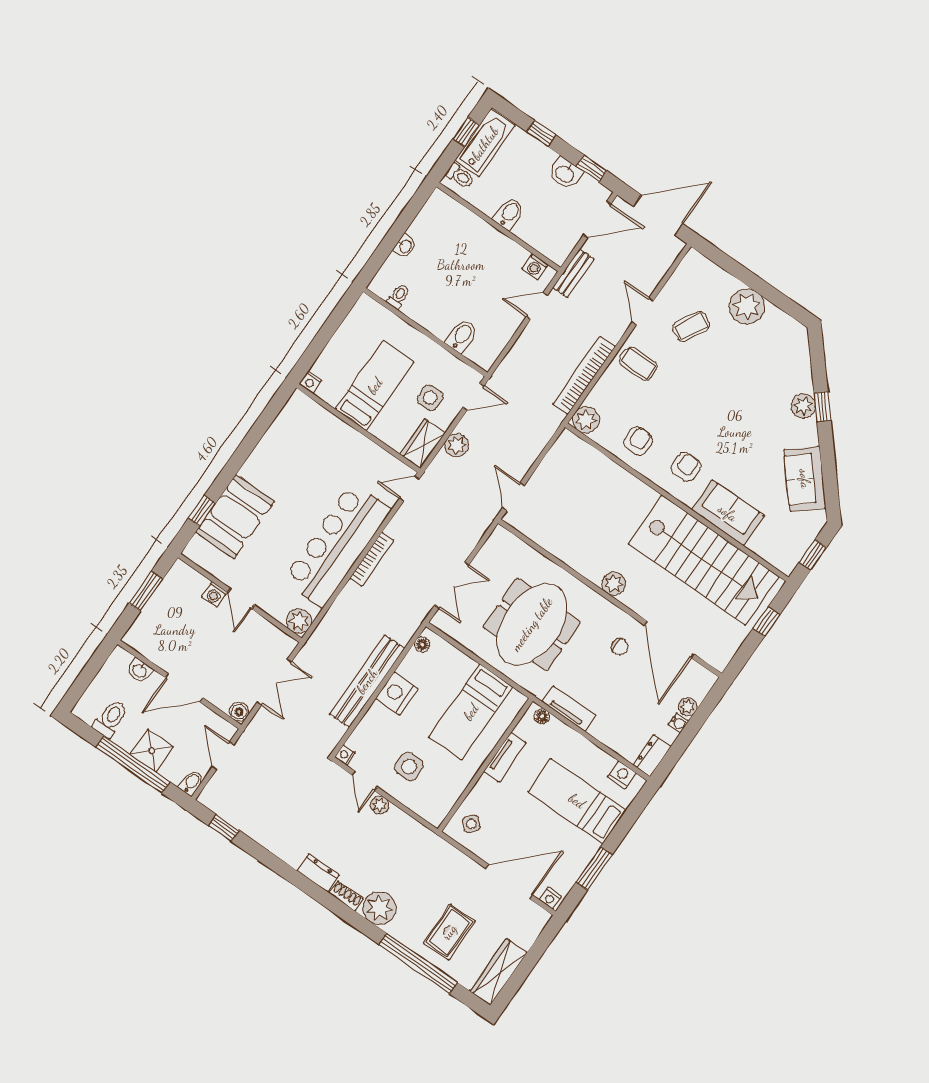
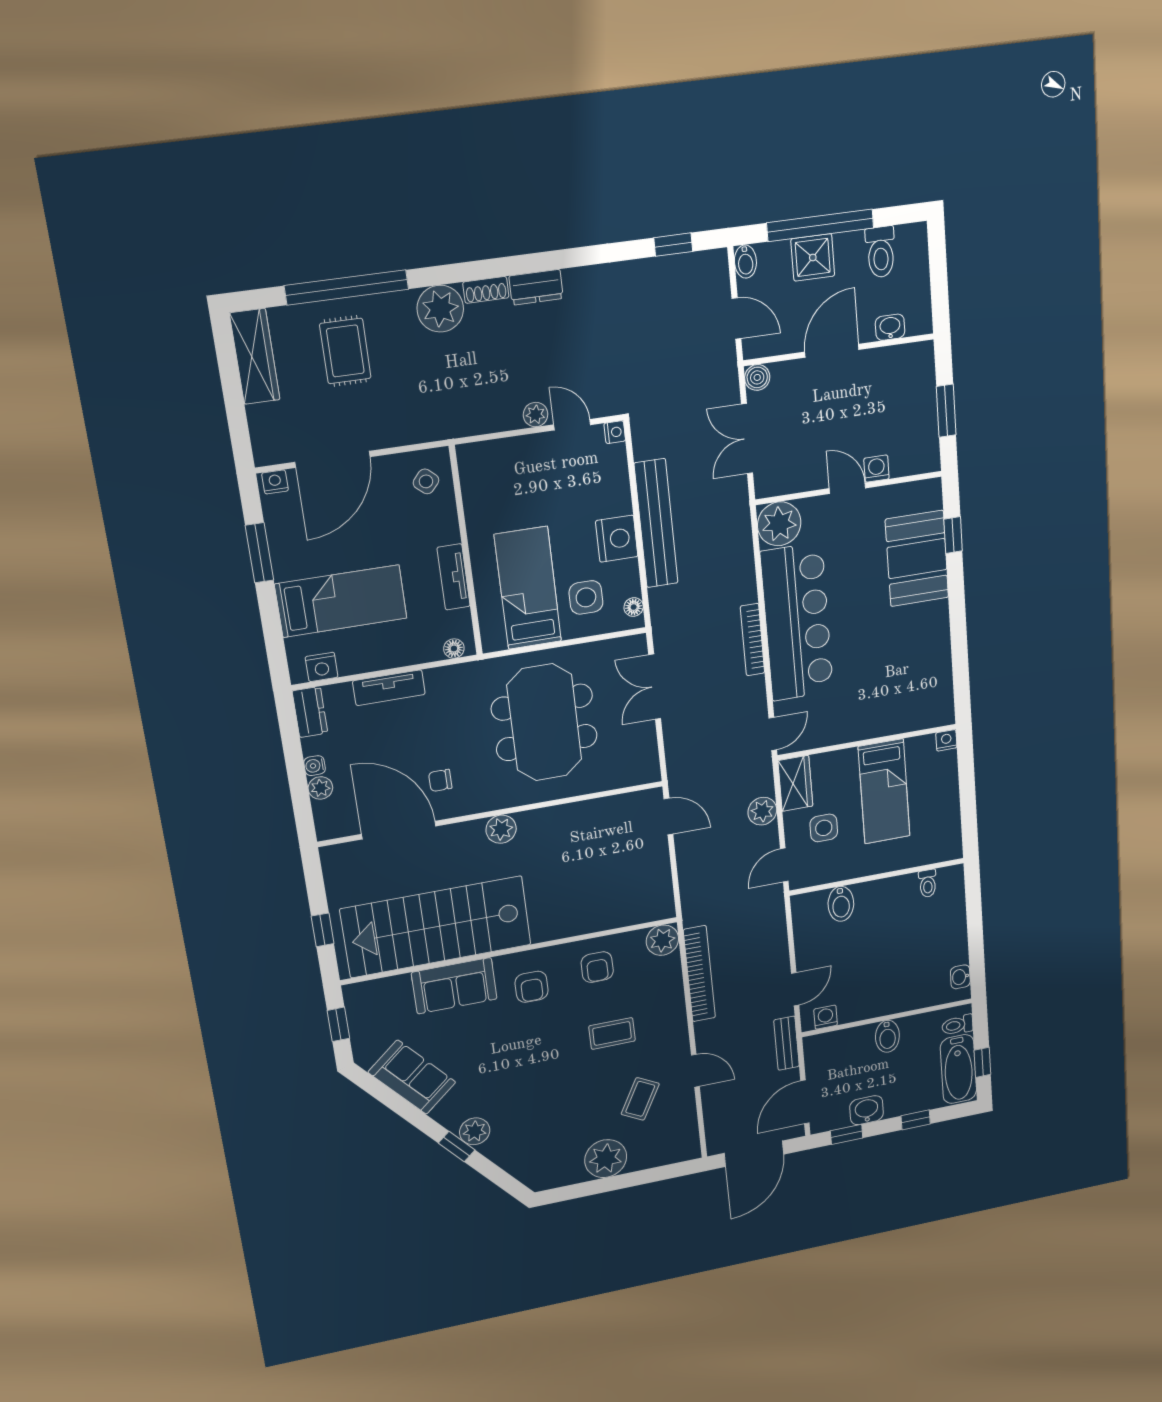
washbasin: (405, 246) -> (960, 977), moved
coffee table: (638, 364) -> (612, 1033), moved
plant: (299, 621) -> (779, 524), width x1.36, depth x1.36
tv unit: (569, 709) -> (389, 688), moved
side table: (409, 767) -> (586, 597), moved

